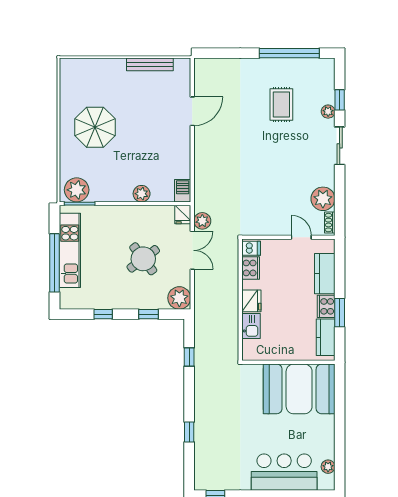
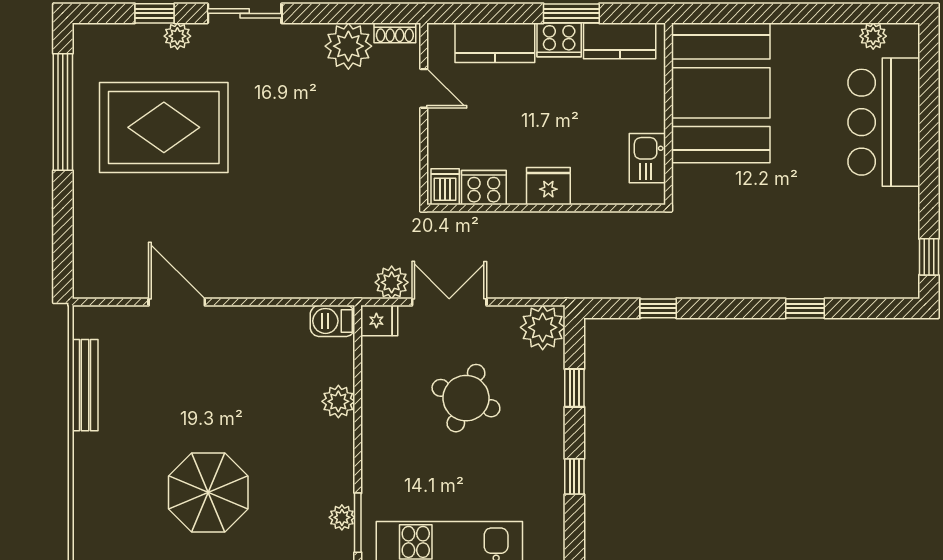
rug: (281, 105) -> (164, 127), width x1.86, depth x2.06
plant: (77, 190) -> (342, 517), width x0.53, depth x0.53
door: (301, 237) -> (424, 88), swing flipped
round table: (143, 259) -> (466, 398), turned -31
kitchen sink: (251, 326) -> (647, 158), moved, turned -90

